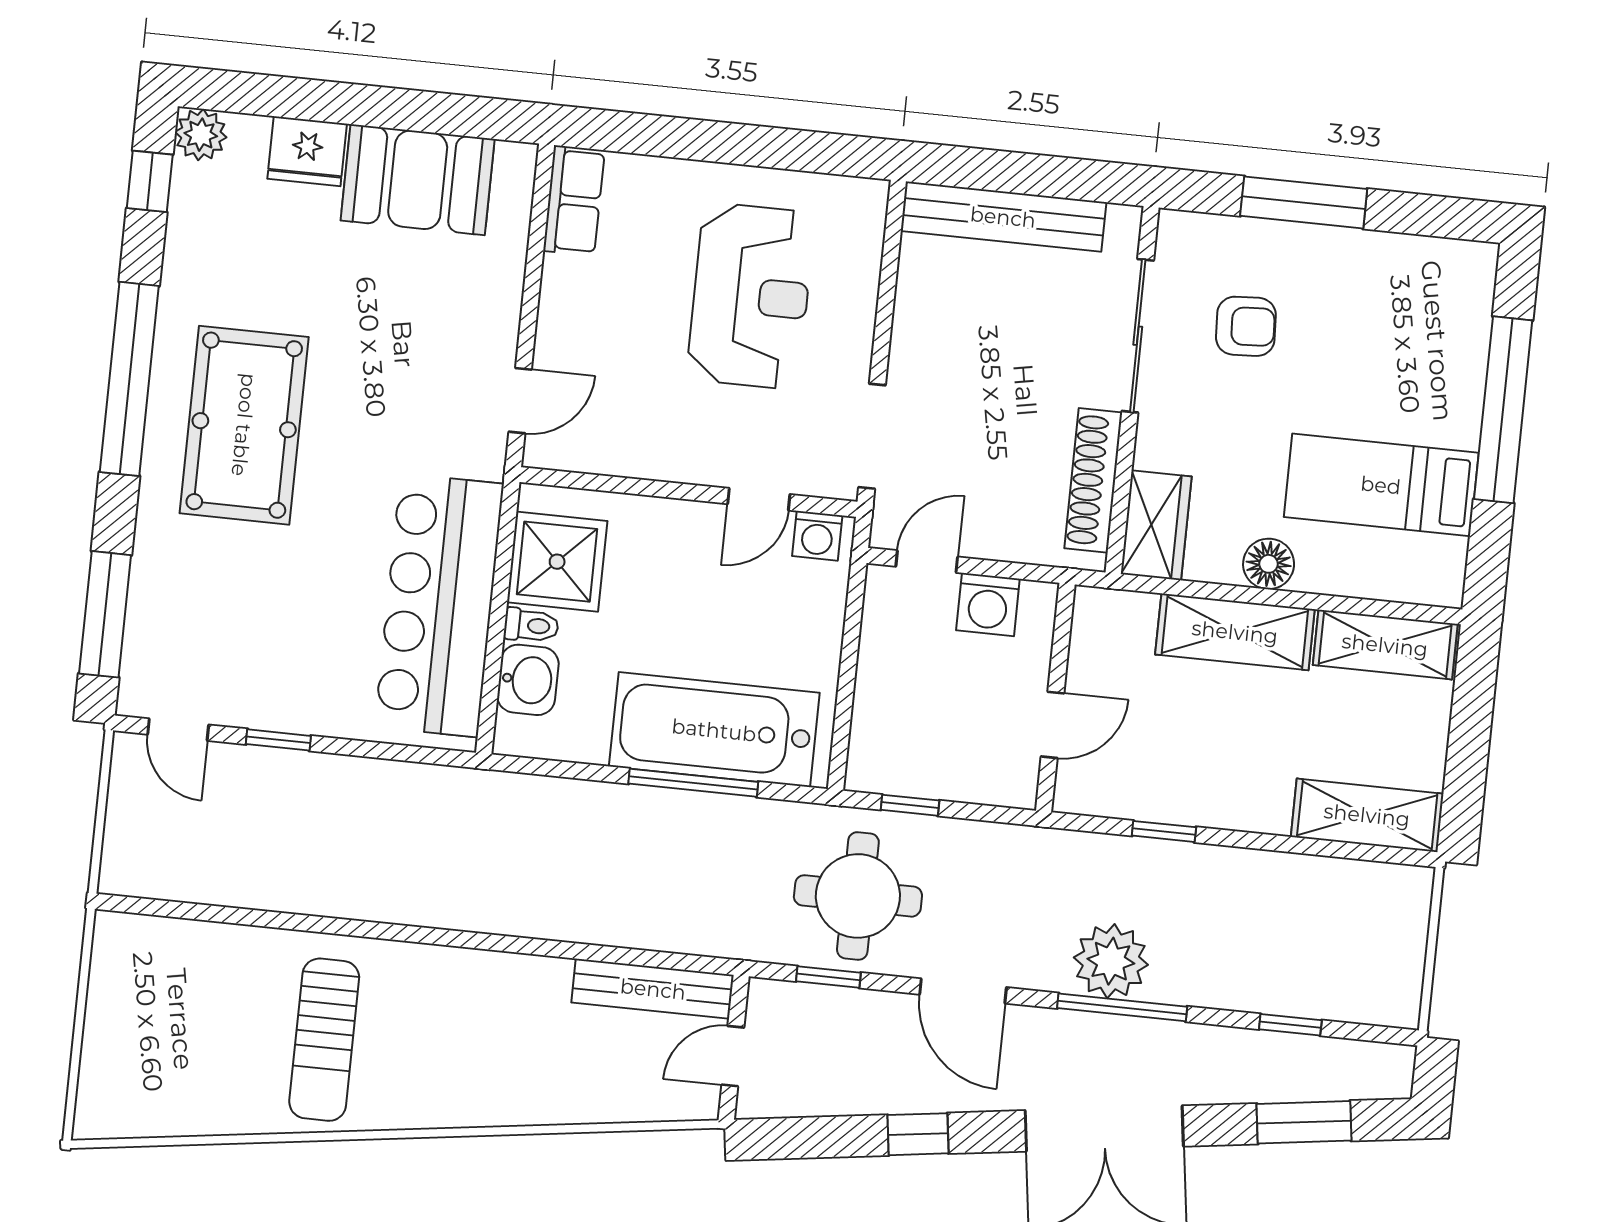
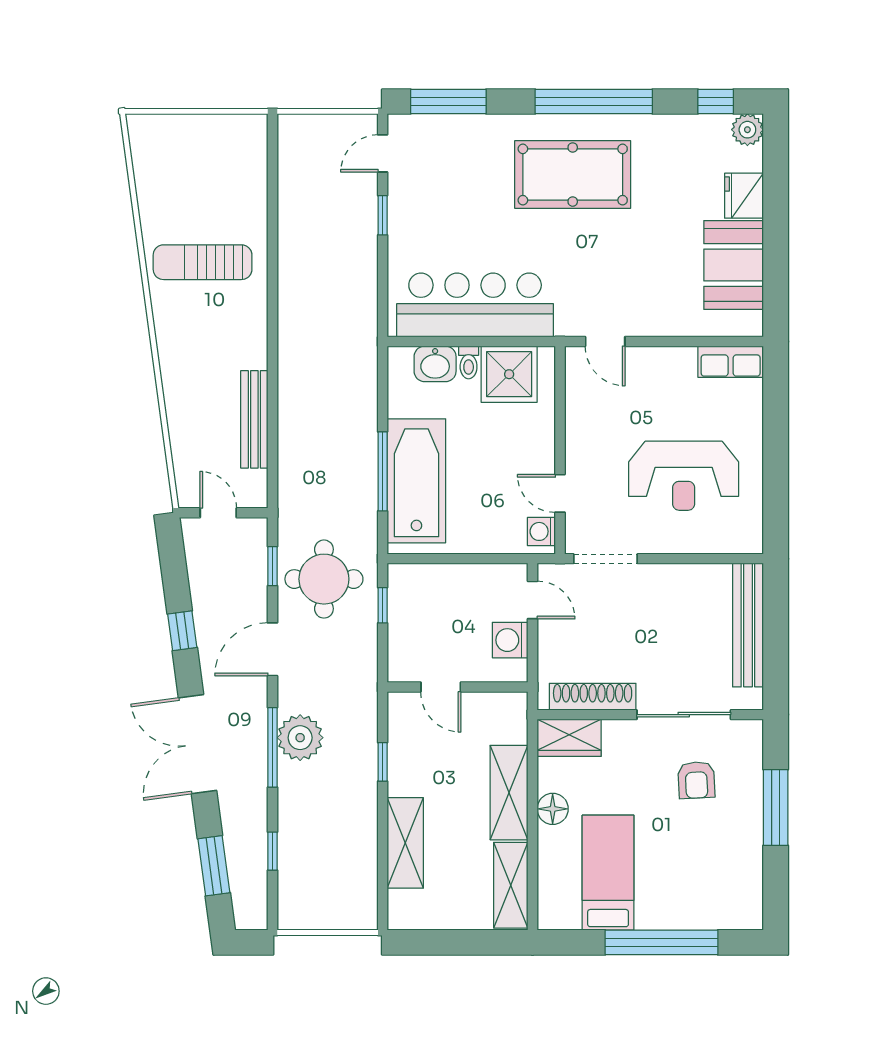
shelving: (1367, 815) -> (405, 843), moved
bench: (653, 989) -> (254, 419), moved

